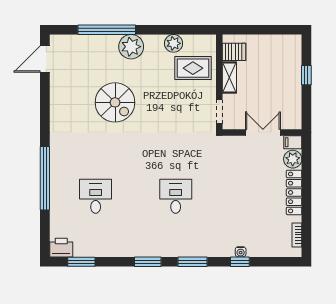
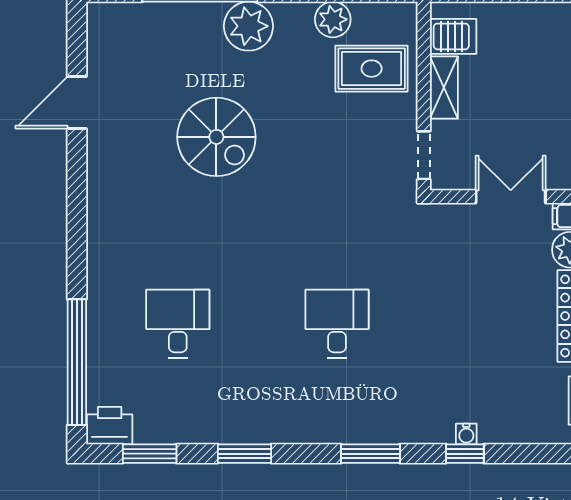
door: (45, 59) -> (77, 102), moved
window: (45, 178) -> (77, 362), moved
window: (148, 262) -> (245, 454), moved

